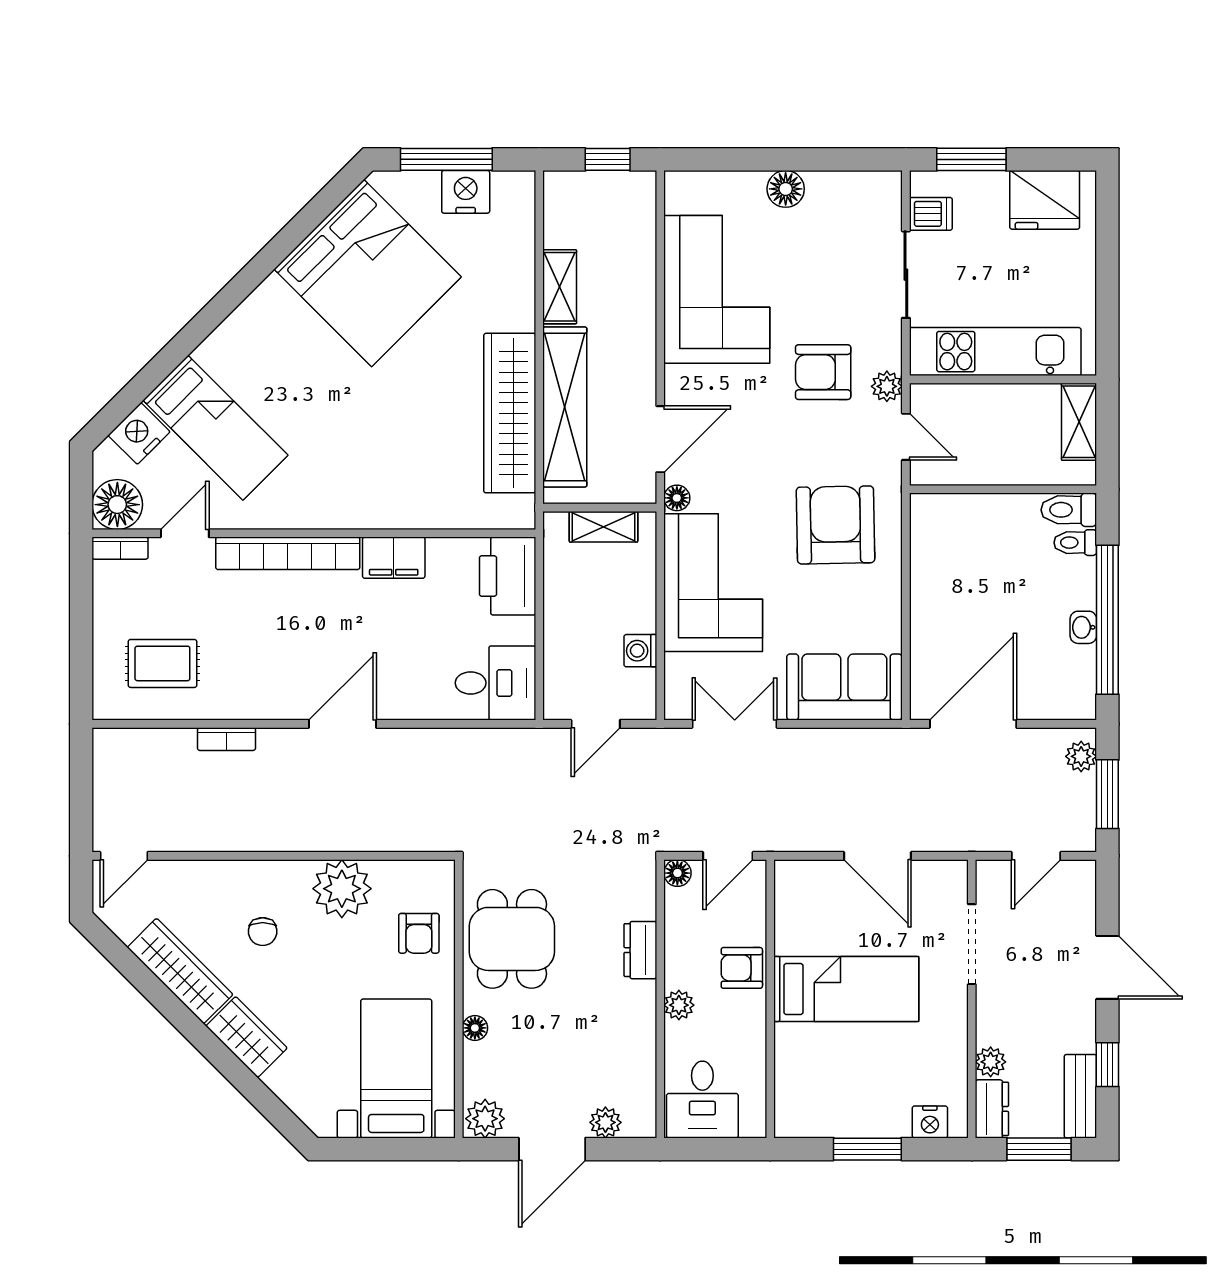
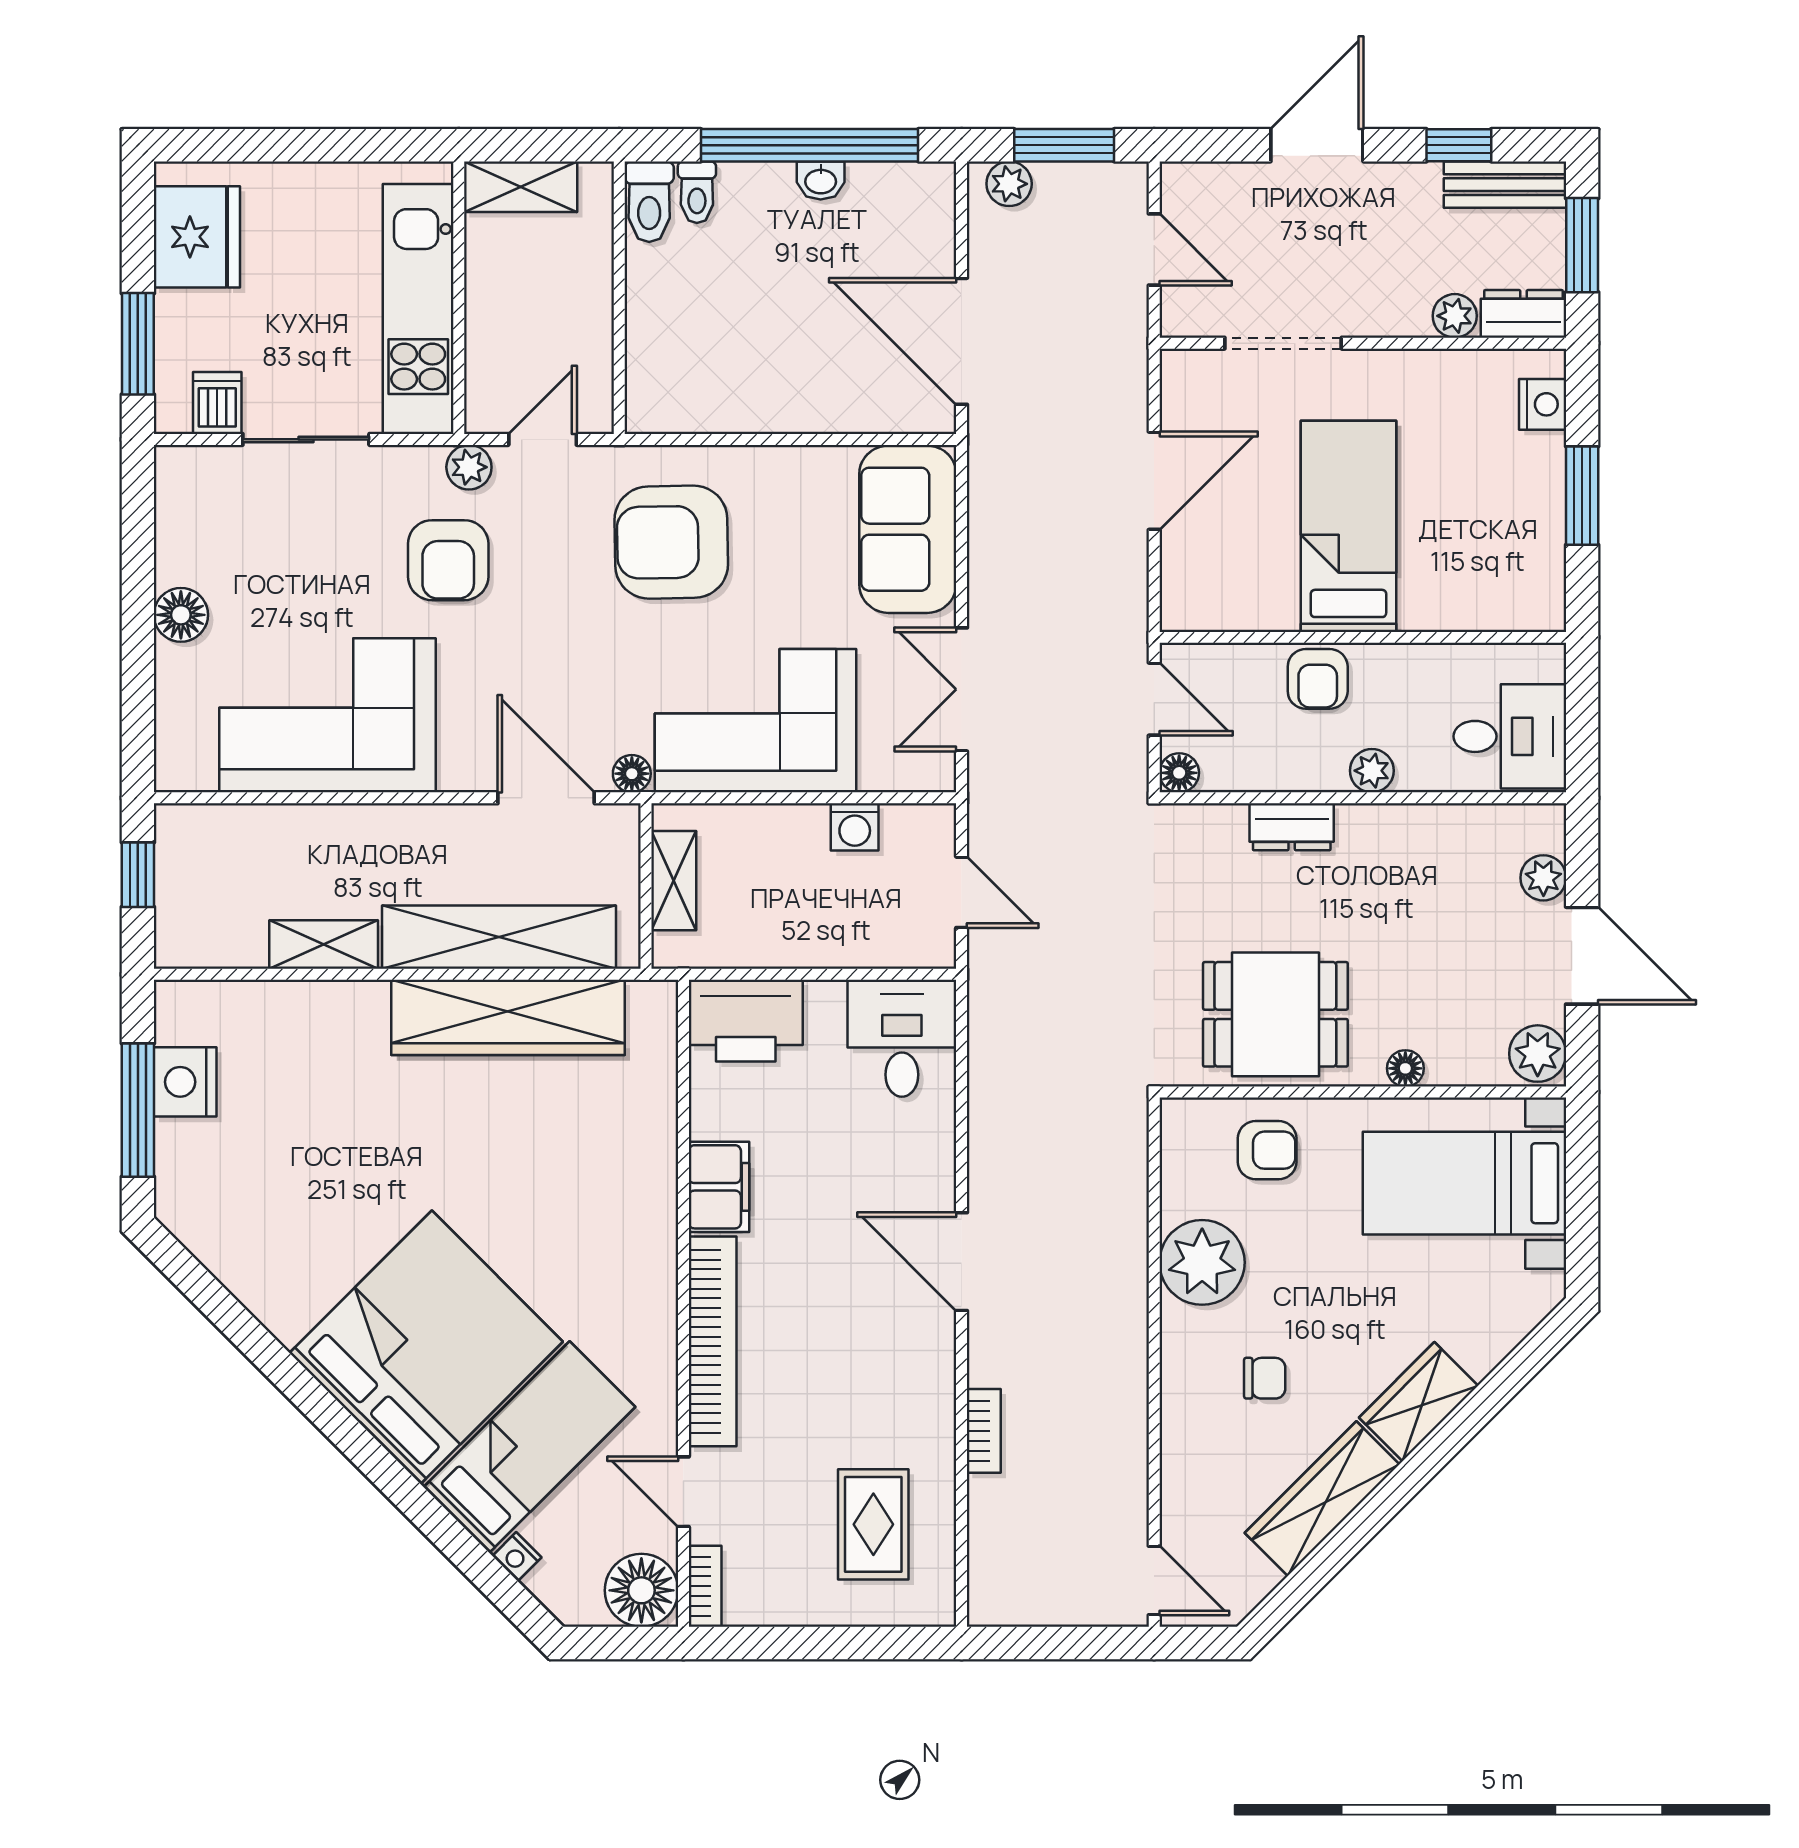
bed: (368, 273) -> (426, 1347), moved
nightstand: (139, 434) -> (517, 1557), width x0.53, depth x0.56

